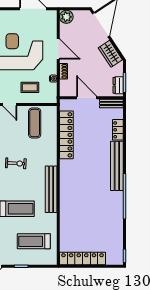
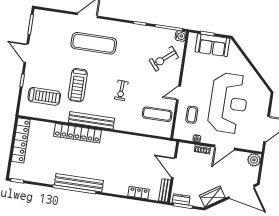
door: (87, 98) -> (174, 168), swing flipped
locker: (66, 135) -> (77, 133), moved
bench: (117, 166) -> (79, 183), moved
treadmill: (34, 241) -> (44, 96), turned 90

